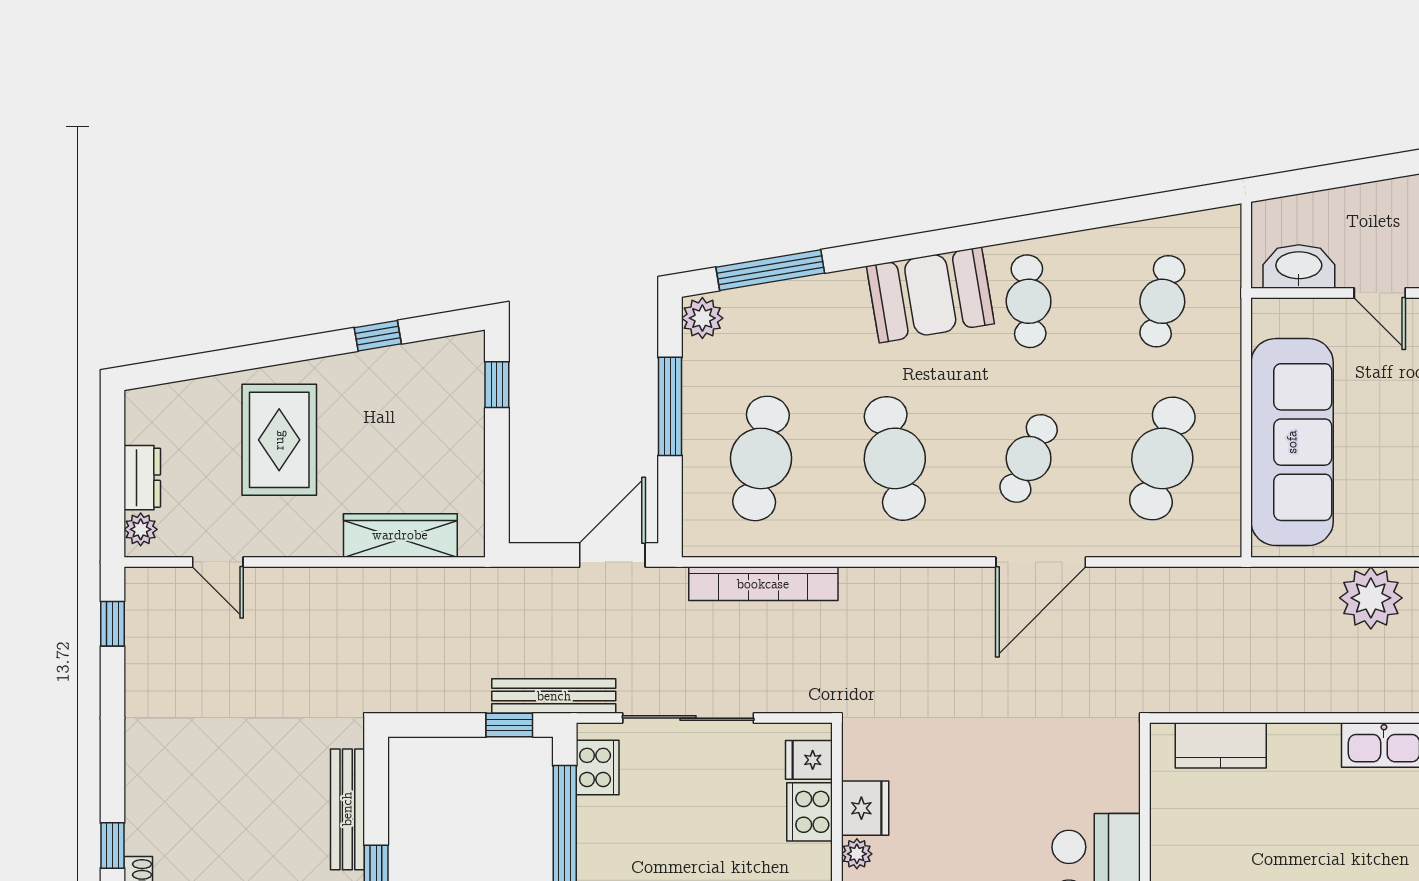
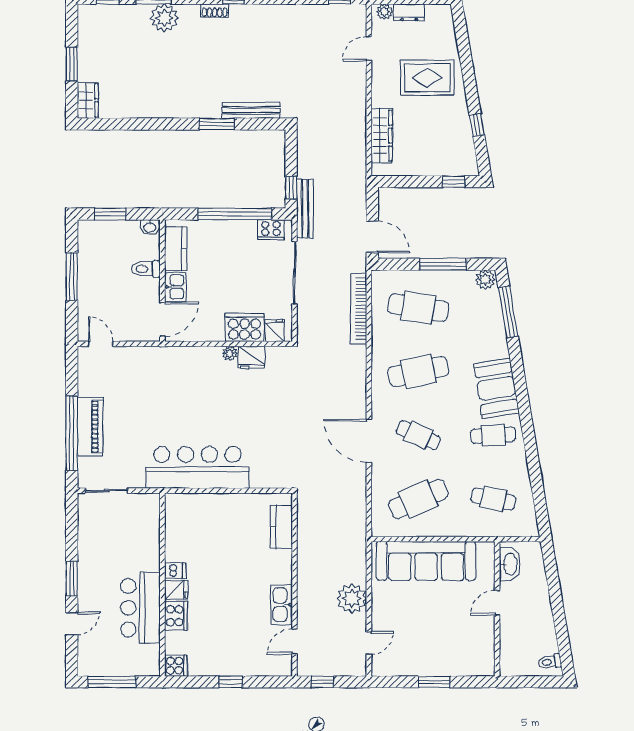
cafe table: (1162, 458) -> (418, 499), turned -39
cooker: (810, 812) -> (245, 327), width x1.37, depth x1.31

